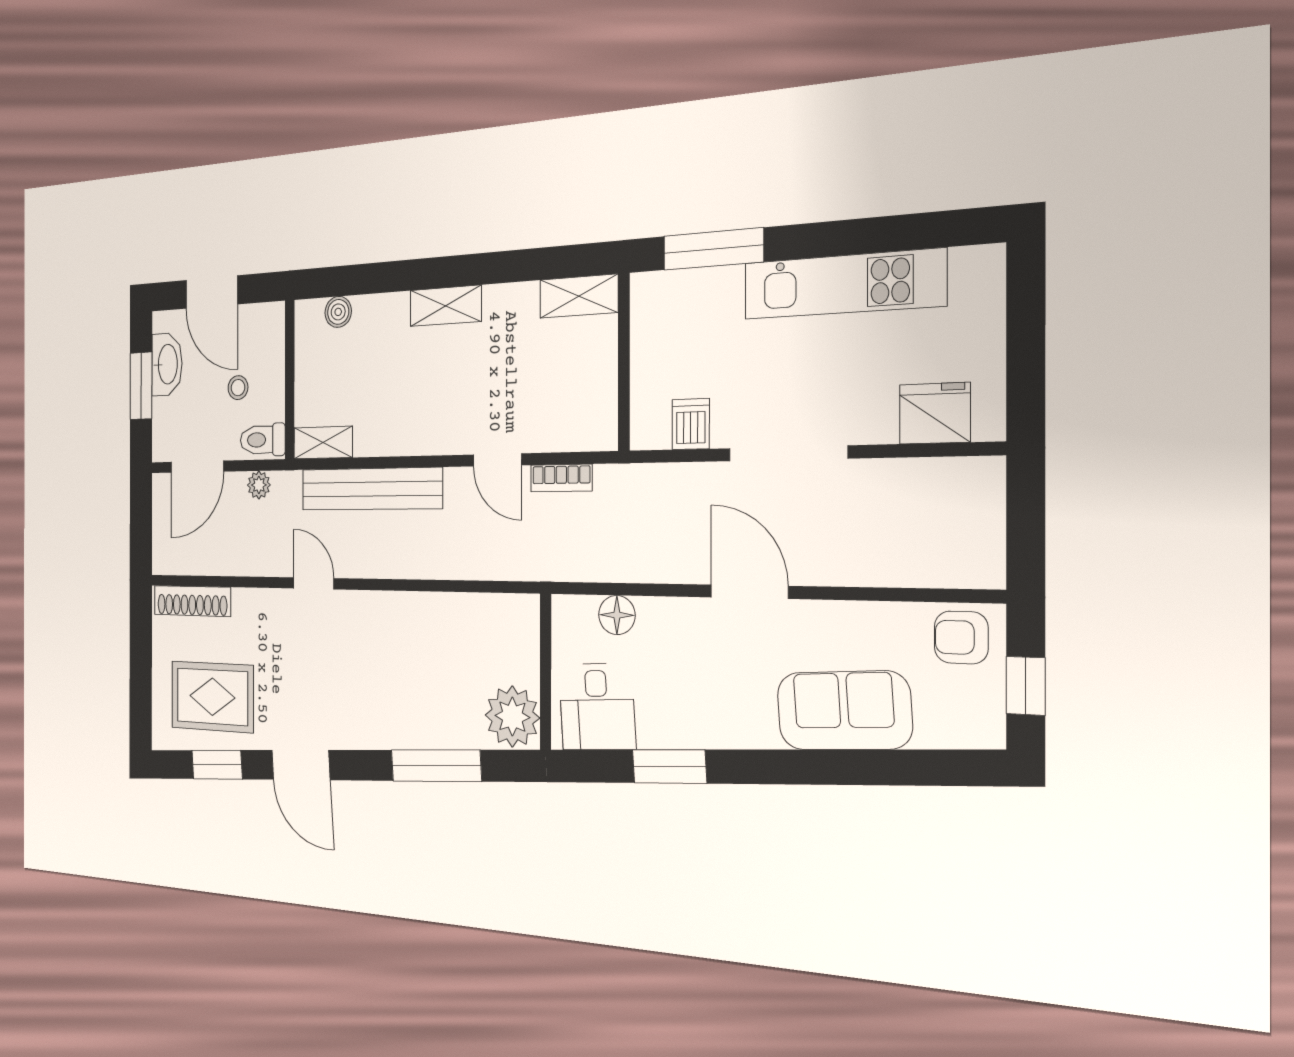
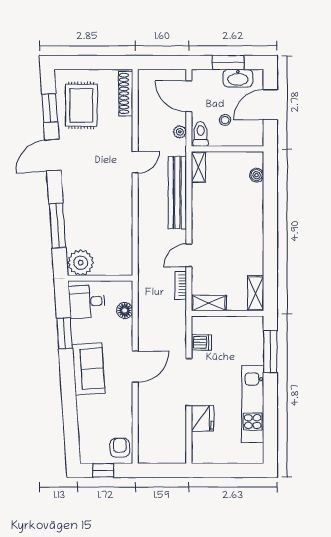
shelving: (446, 306) -> (209, 303), moved, turned 90
fridge: (935, 413) -> (202, 418), moved
sofa: (844, 710) -> (88, 369), moved

